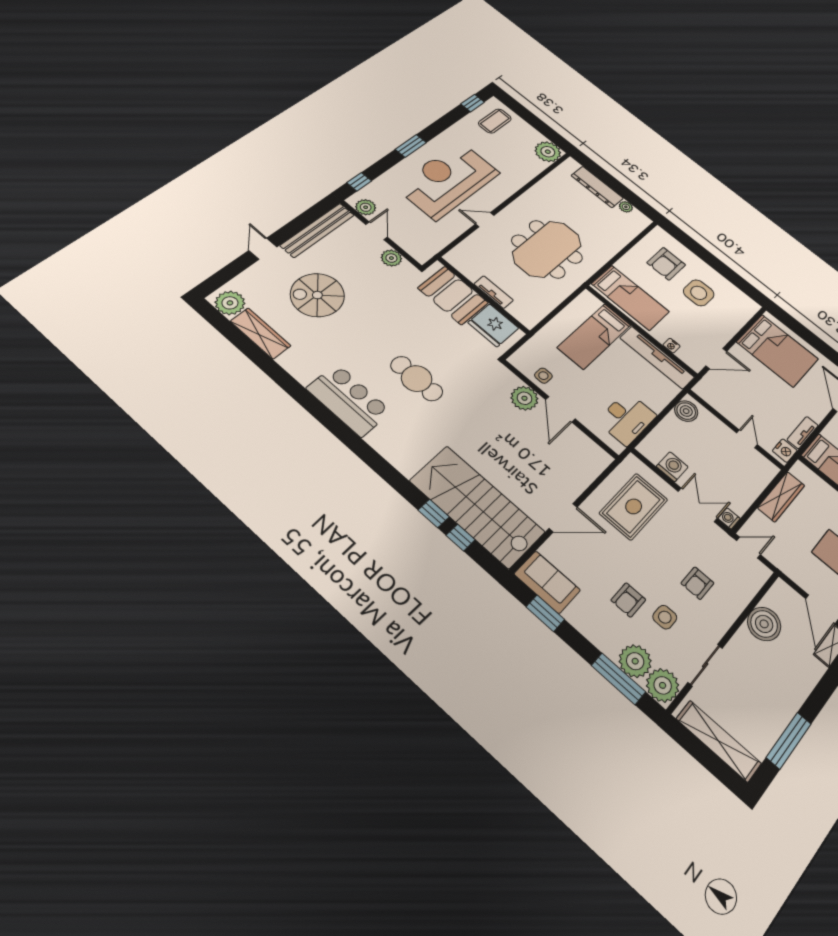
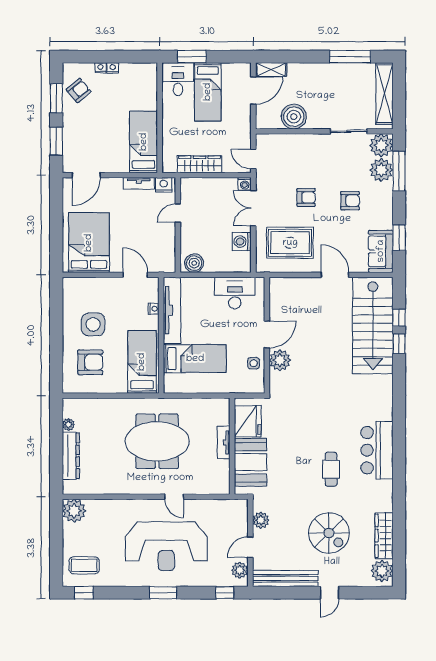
cafe table: (417, 379) -> (331, 469), moved, width x0.73, depth x0.74
armchair: (697, 583) -> (306, 197), moved
side table: (665, 617) -> (341, 174), removed

